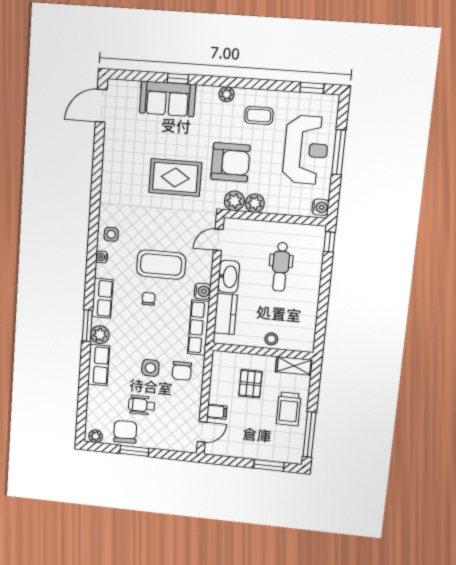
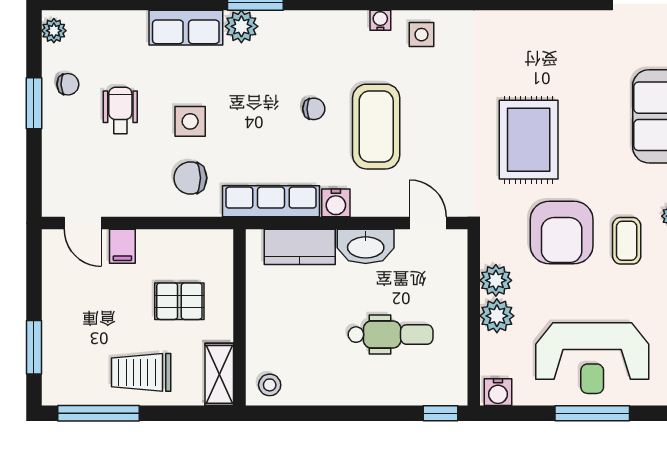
coffee table: (259, 115) -> (627, 241), moved
plant: (234, 201) -> (497, 316), moved
dental chair: (281, 267) -> (391, 335), turned 180
row of seats: (102, 298) -> (307, 27), removed
stool: (271, 339) -> (270, 385), moved
chair: (125, 432) -> (68, 84), width x0.54, depth x0.54

